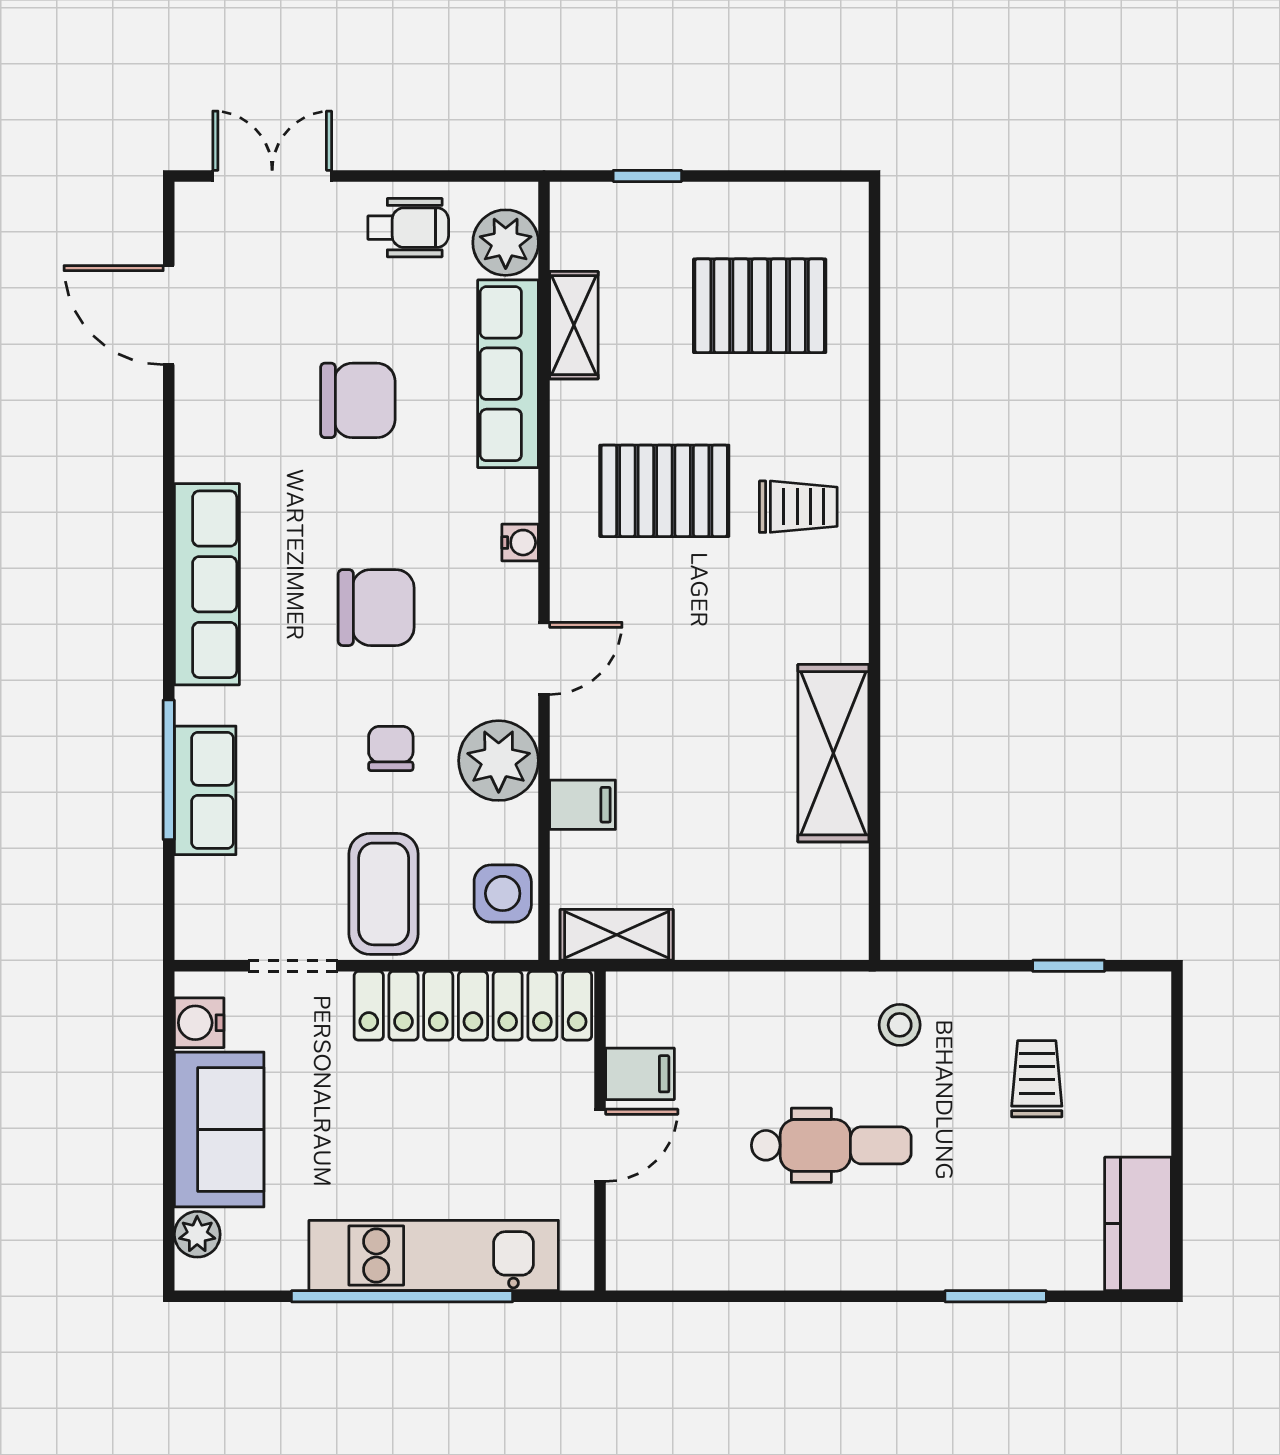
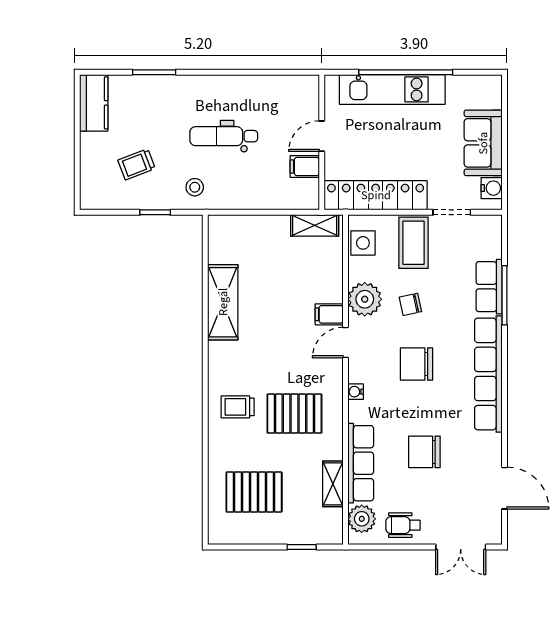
row of seats: (207, 584) -> (488, 374), width x1.36
chair: (391, 748) -> (410, 304), turned 78
filing cabinet: (583, 805) -> (329, 314), moved
window: (1069, 966) -> (155, 212), moved
trolley: (1037, 1079) -> (137, 164), turned 69
plant: (197, 1234) -> (492, 98), removed

